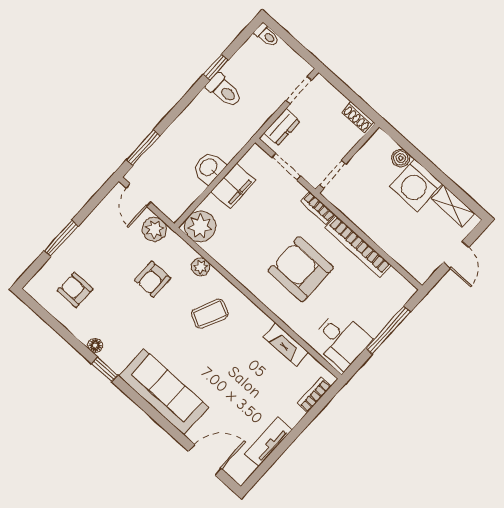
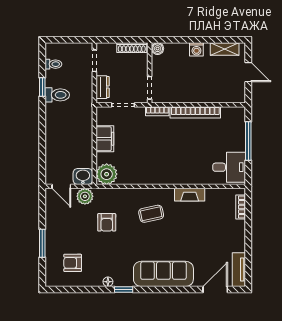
toilet: (267, 35) -> (53, 64), moved
shoe rack: (358, 117) -> (132, 48), width x1.43
window: (143, 148) -> (42, 160), removed
boiler: (401, 158) -> (158, 49), moved
washbasin: (209, 168) -> (83, 176), moved, turned 90
washing machine: (416, 185) -> (196, 49), width x0.53, depth x0.53
plant: (201, 267) -> (125, 194), removed
armchair: (301, 269) -> (177, 150), removed
coffee table: (210, 314) -> (151, 214), turned 53
fireplace: (286, 345) -> (190, 195), moved
tv unit: (268, 442) -> (239, 270), moved

